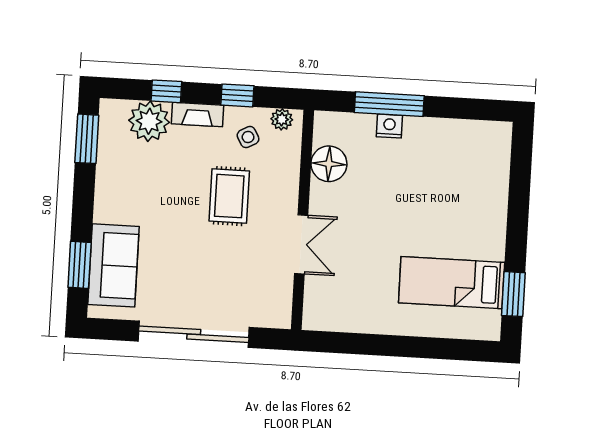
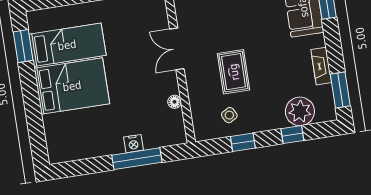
fireplace: (198, 115) -> (321, 66), moved, turned -90
plant: (282, 119) -> (209, 132), removed
floor lamp: (329, 164) -> (175, 102), width x0.53, depth x0.53
bed: (458, 224) -> (72, 86), added

